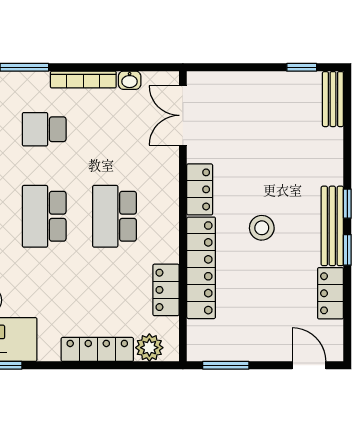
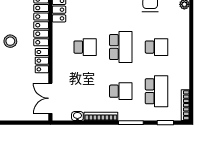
double door: (183, 115) -> (50, 98), swing flipped
school desk: (114, 216) -> (85, 47), width x0.54

